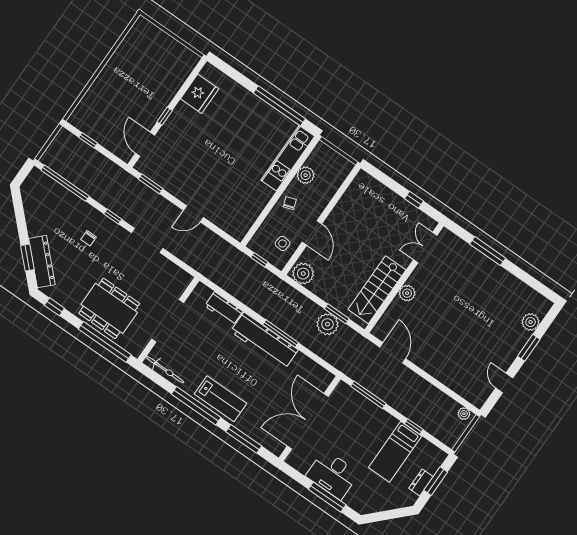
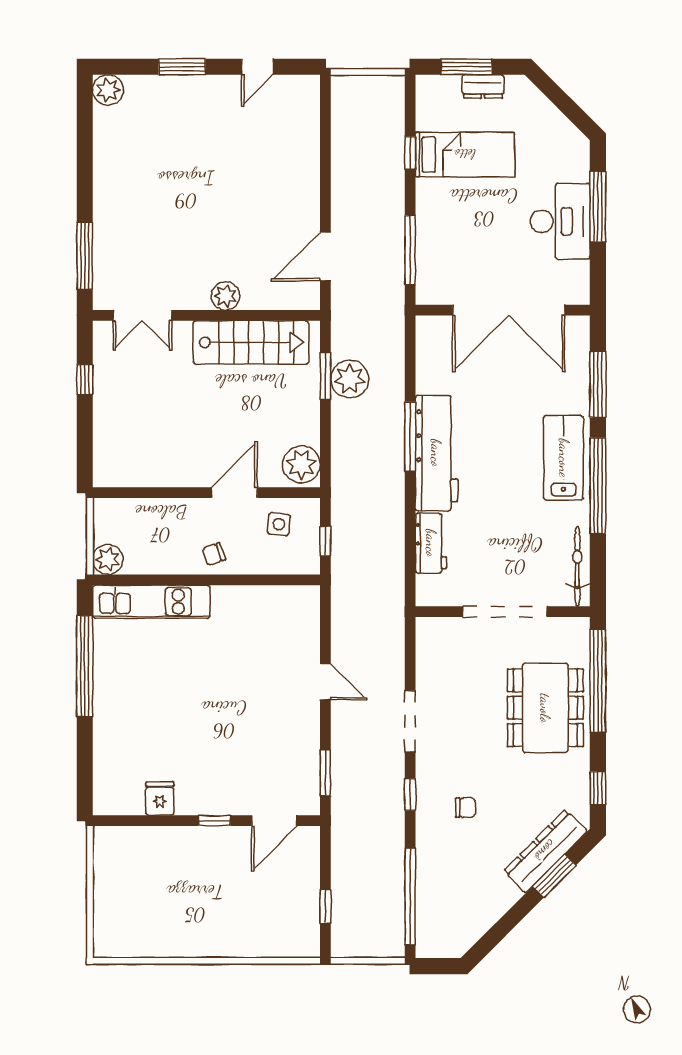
fridge: (200, 94) -> (160, 799), width x0.53, depth x0.75
plant: (306, 175) -> (108, 559), moved
window: (488, 251) -> (85, 256), moved
plant: (531, 322) -> (108, 90), moved
plant: (464, 414) -> (341, 94), removed

